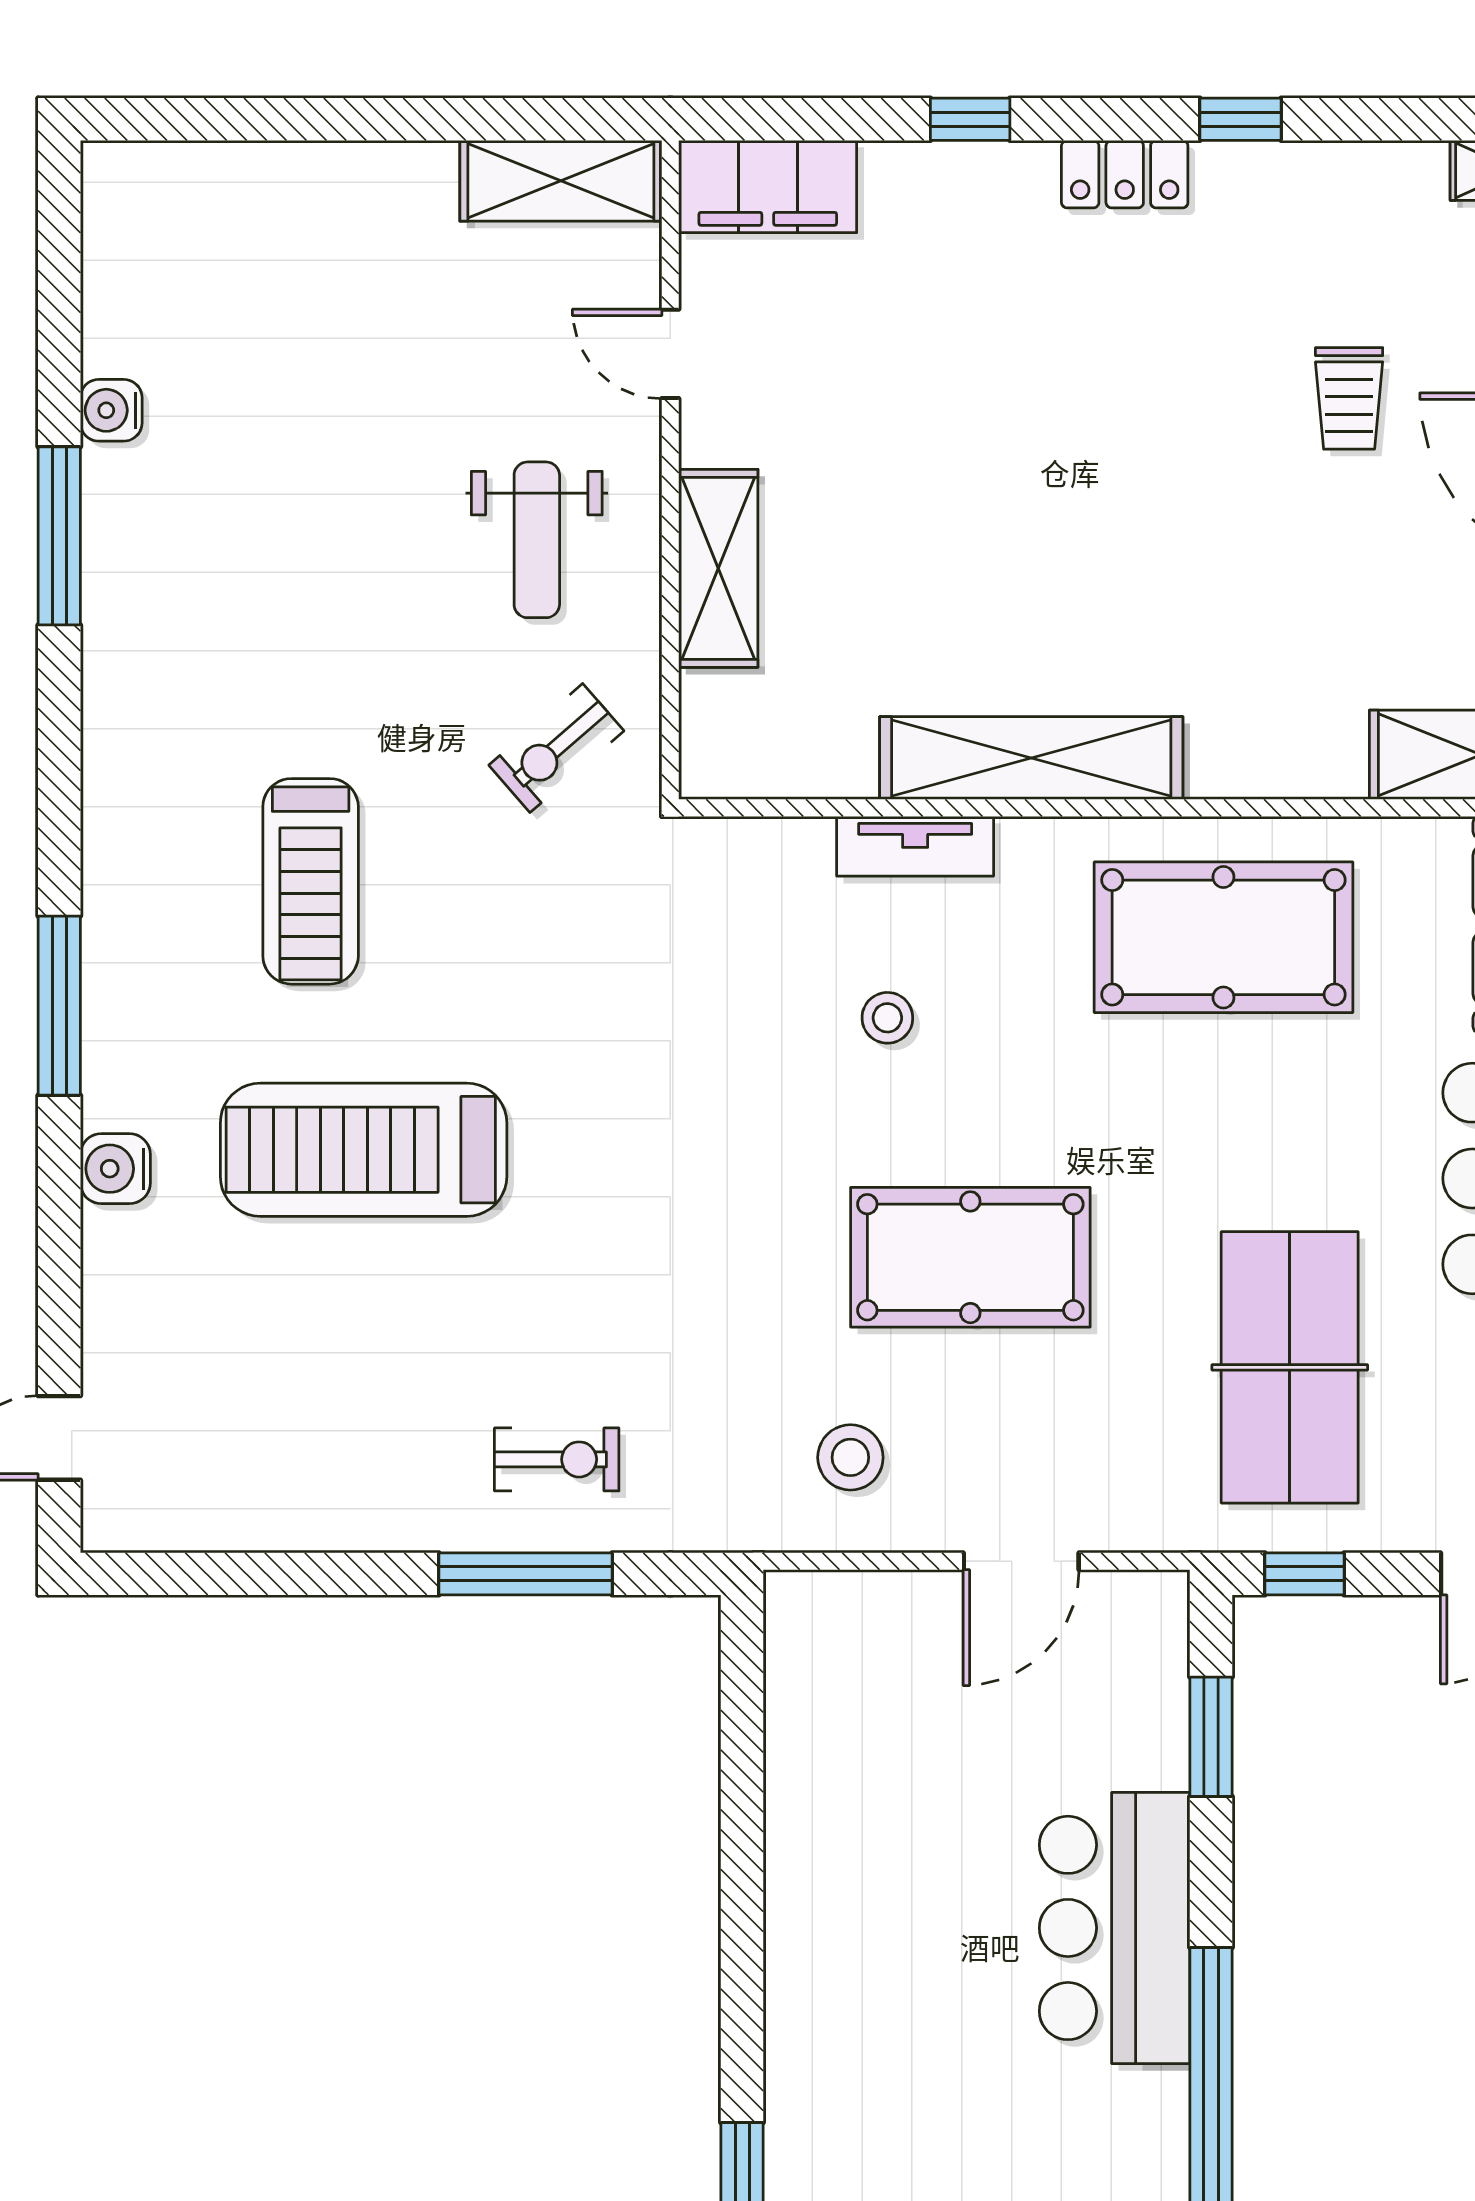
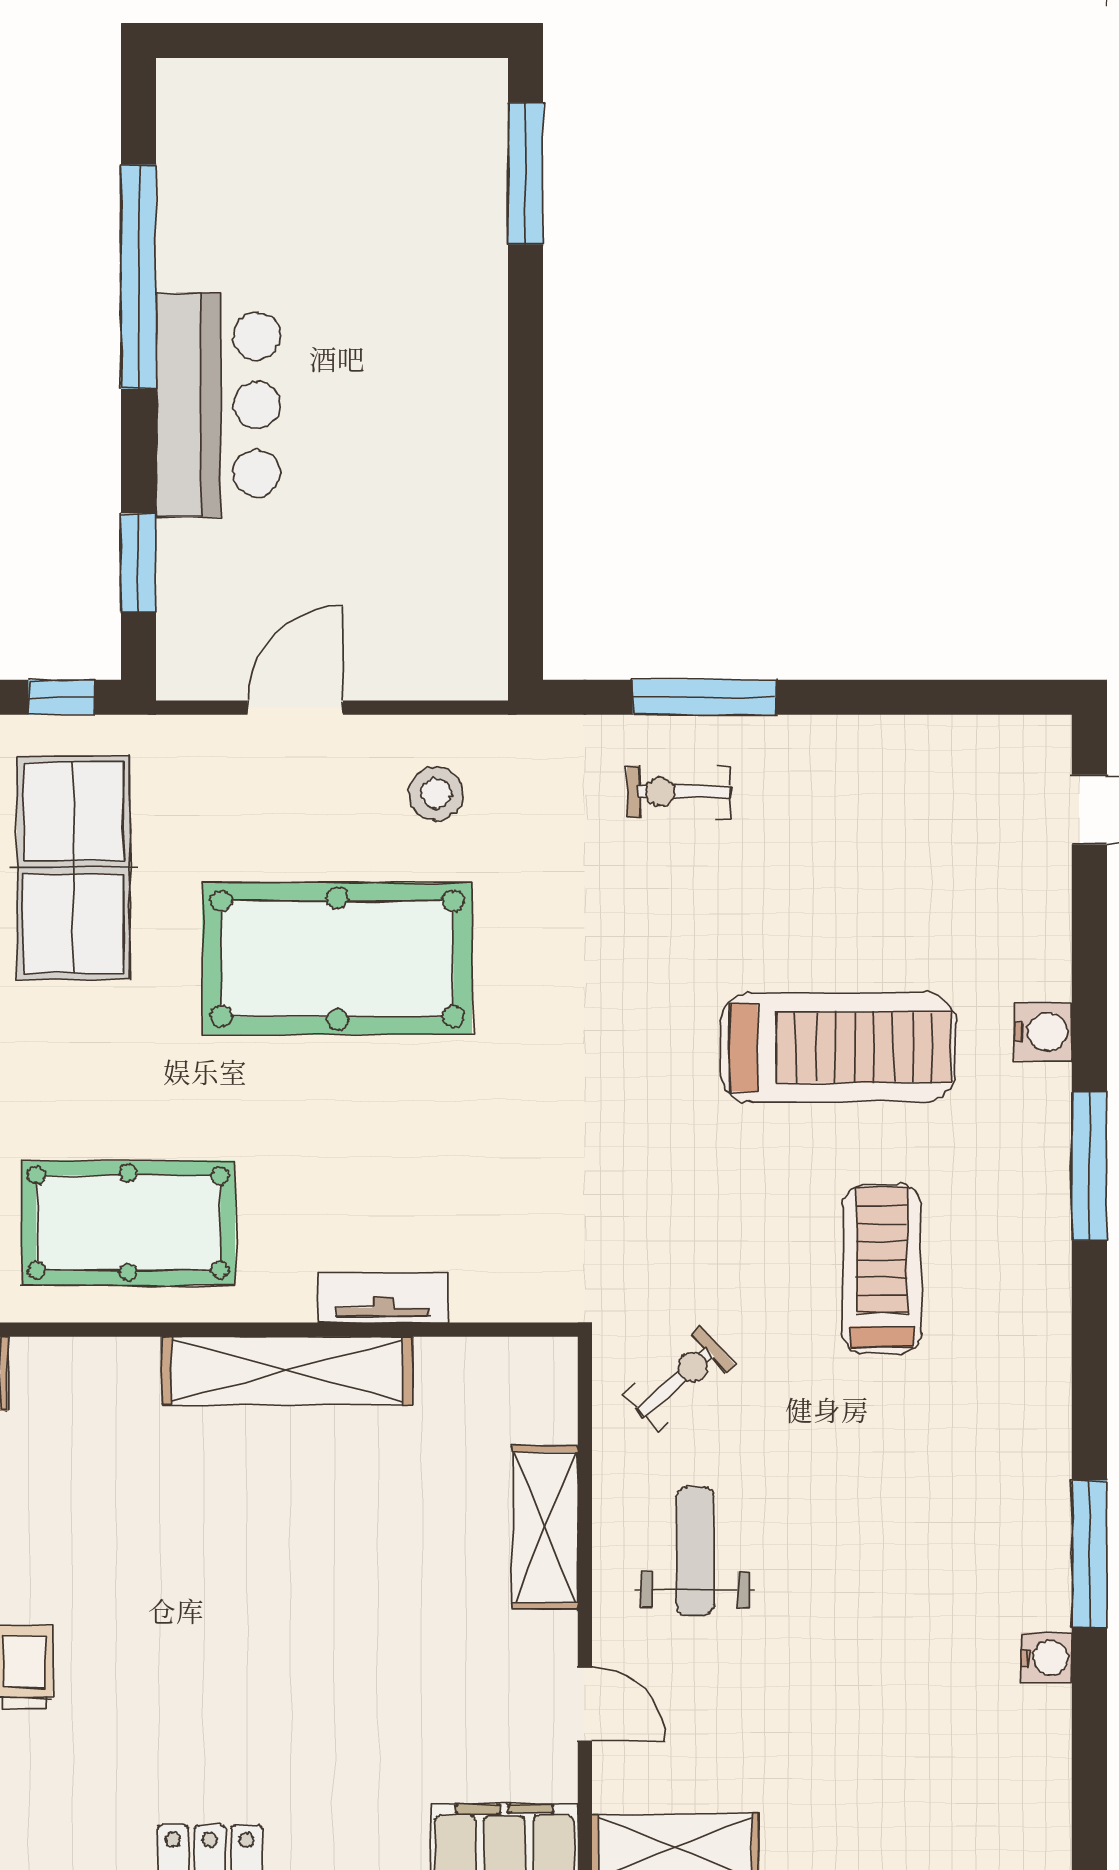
stool: (887, 1018) -> (406, 1156), removed
pool table: (970, 1257) -> (337, 959), width x1.36, depth x1.32

